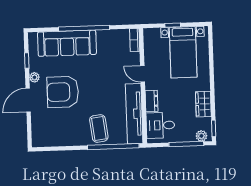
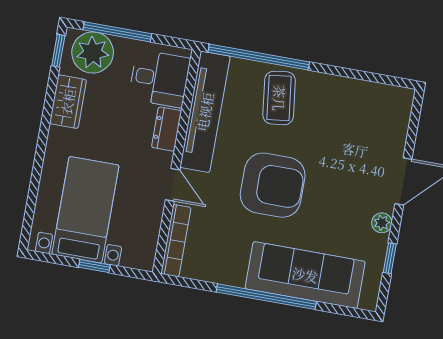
bookcase: (135, 40) -> (176, 241), width x1.56
armchair: (63, 92) -> (273, 185), moved
plant: (201, 136) -> (93, 53), width x1.88, depth x1.88

